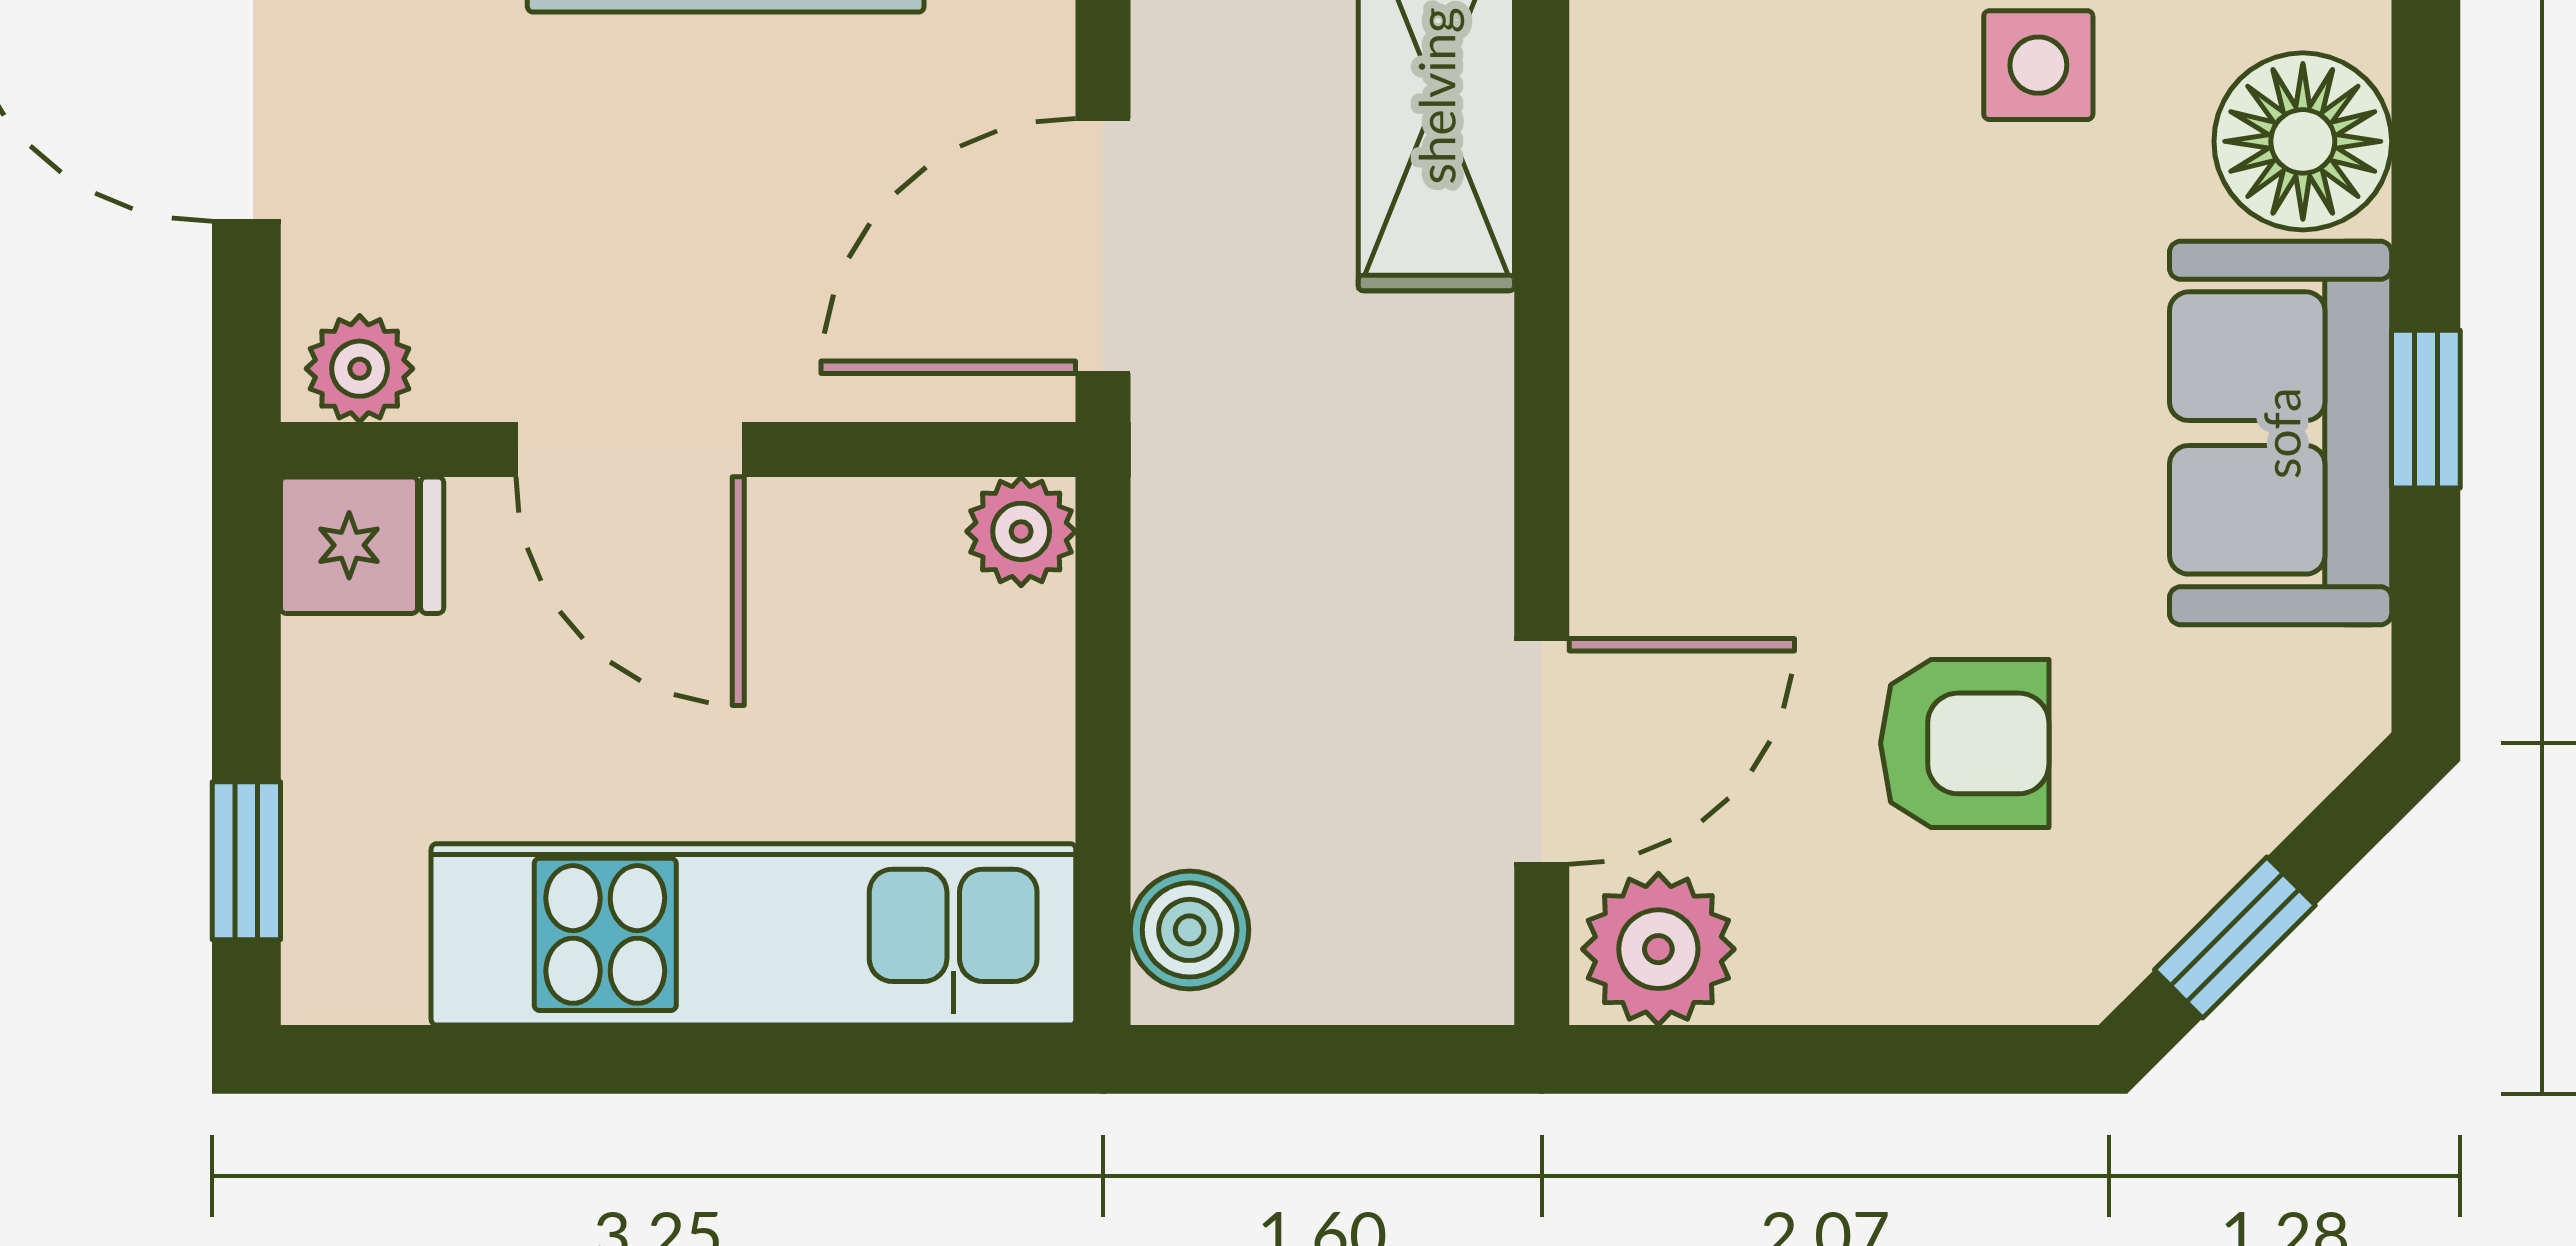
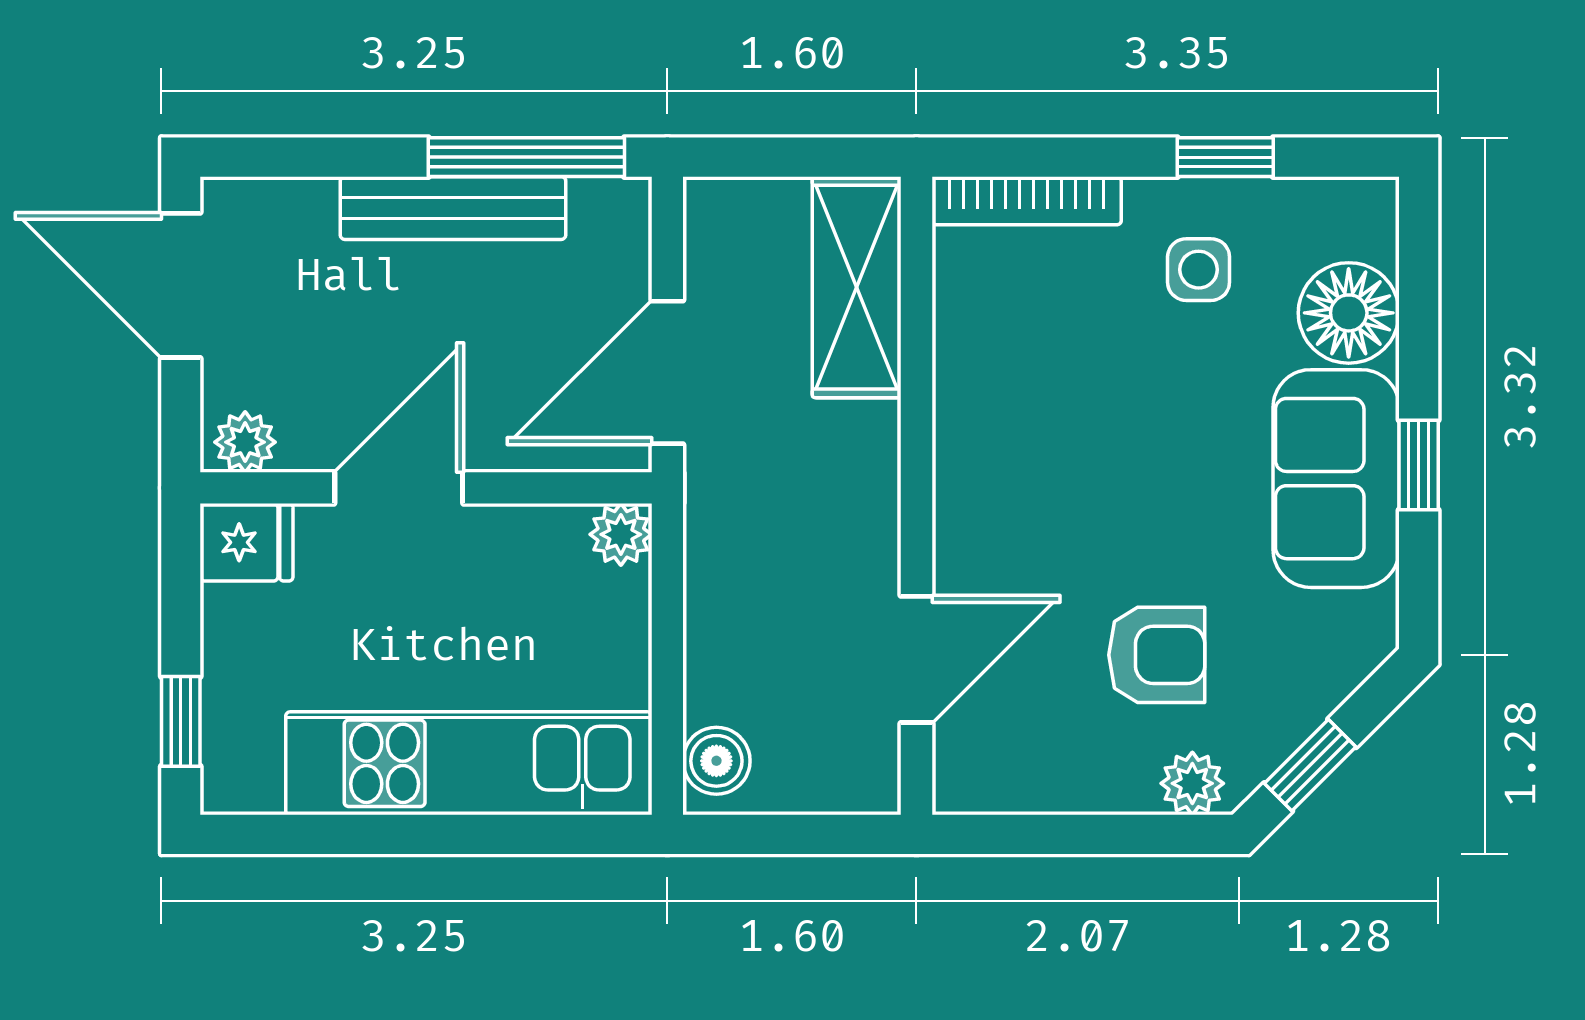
door: (630, 450) -> (399, 488), swing flipped
plant: (1658, 949) -> (1192, 783), moved, width x0.73, depth x0.73

